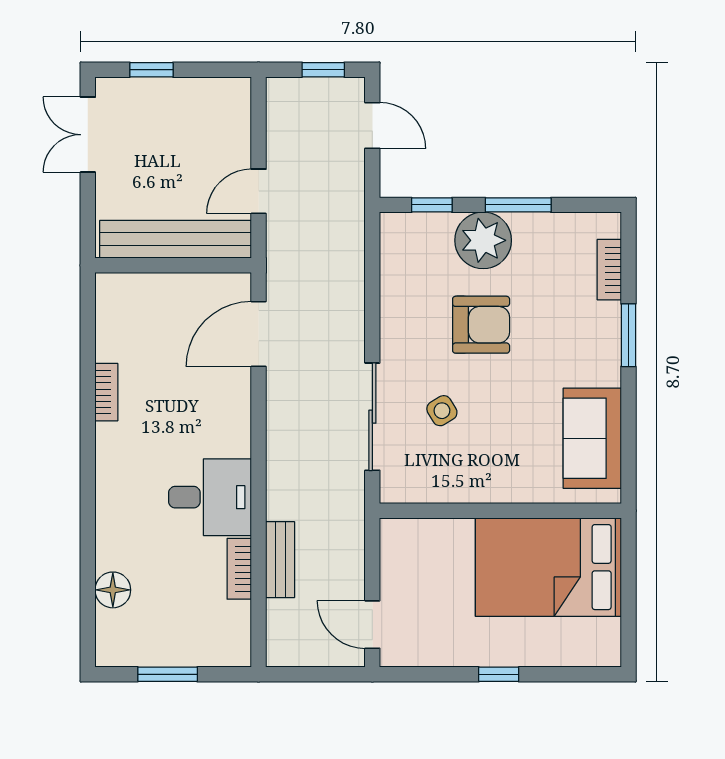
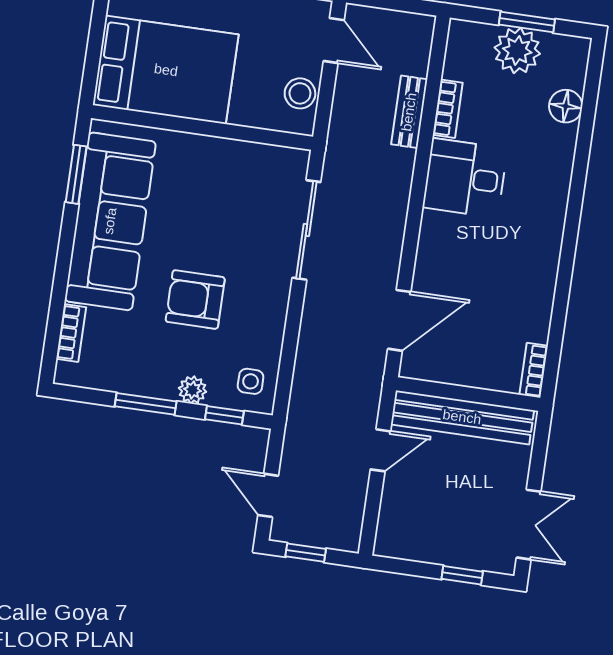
plant: (483, 240) -> (193, 390), width x0.53, depth x0.53
window: (628, 335) -> (76, 174), moved
bookcase: (106, 392) -> (534, 370), moved
side table: (442, 411) -> (251, 381), moved, turned 31
sofa: (592, 438) -> (110, 221), width x1.85, depth x1.27
stool: (400, 562) -> (300, 93), added
plant: (173, 642) -> (517, 51), added

